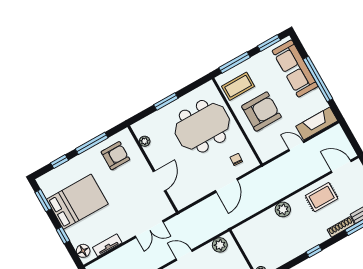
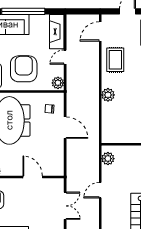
plant: (267, 153) -> (58, 83), added

